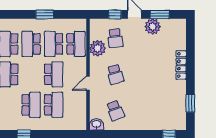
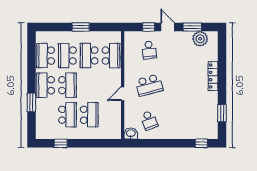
plant: (153, 27) -> (200, 39), moved
plant: (98, 48) -> (132, 60), removed
school desk: (54, 74) -> (67, 85), moved
school desk: (115, 74) -> (149, 85), width x1.85

